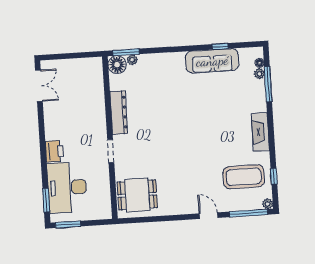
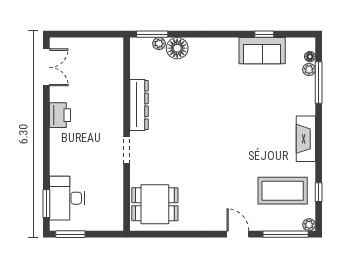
sofa: (212, 61) -> (262, 51), width x0.73
floor lamp: (117, 65) -> (177, 48), moved
printer: (55, 151) -> (60, 115), moved
desk: (67, 187) -> (67, 198), width x0.73, depth x0.77

